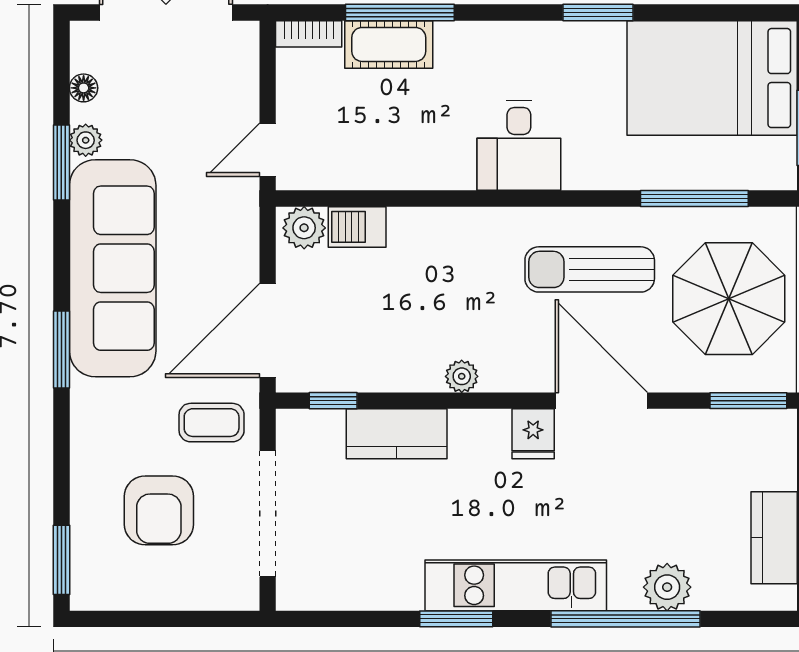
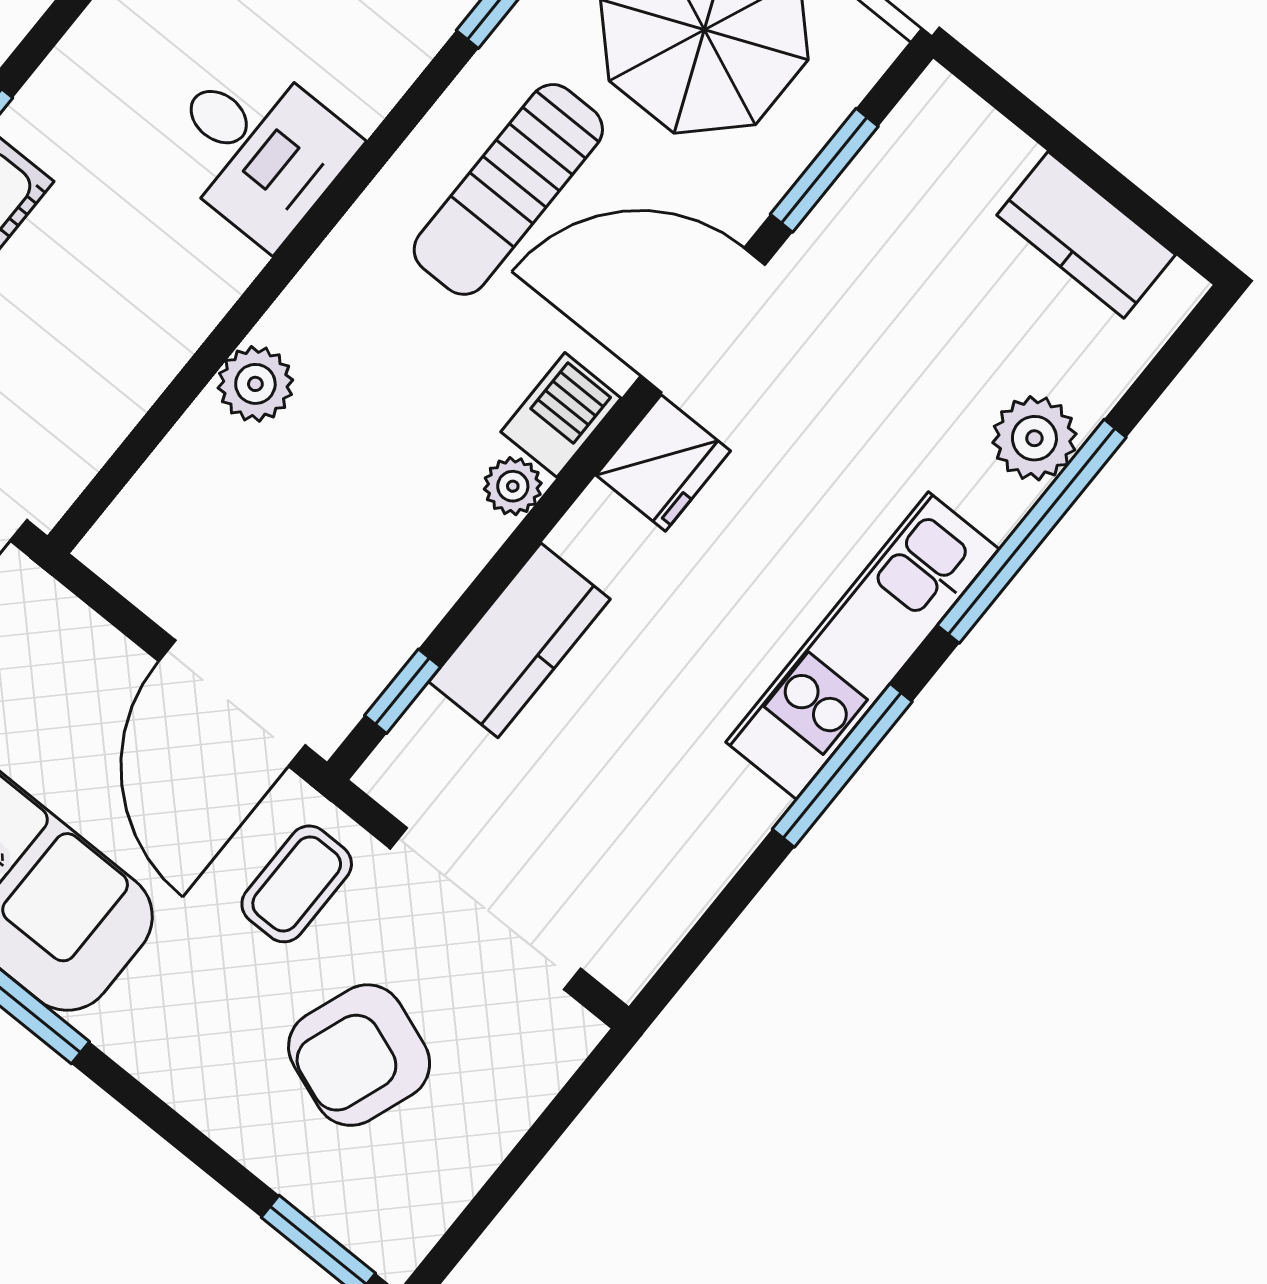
barbecue: (357, 227) -> (561, 415), moved, turned 180
plant: (304, 228) -> (255, 384), moved
window: (748, 401) -> (824, 170), moved
fridge: (533, 434) -> (663, 463), width x1.38
armchair: (159, 510) -> (359, 1055), turned 110
window: (456, 619) -> (842, 765), width x1.44

